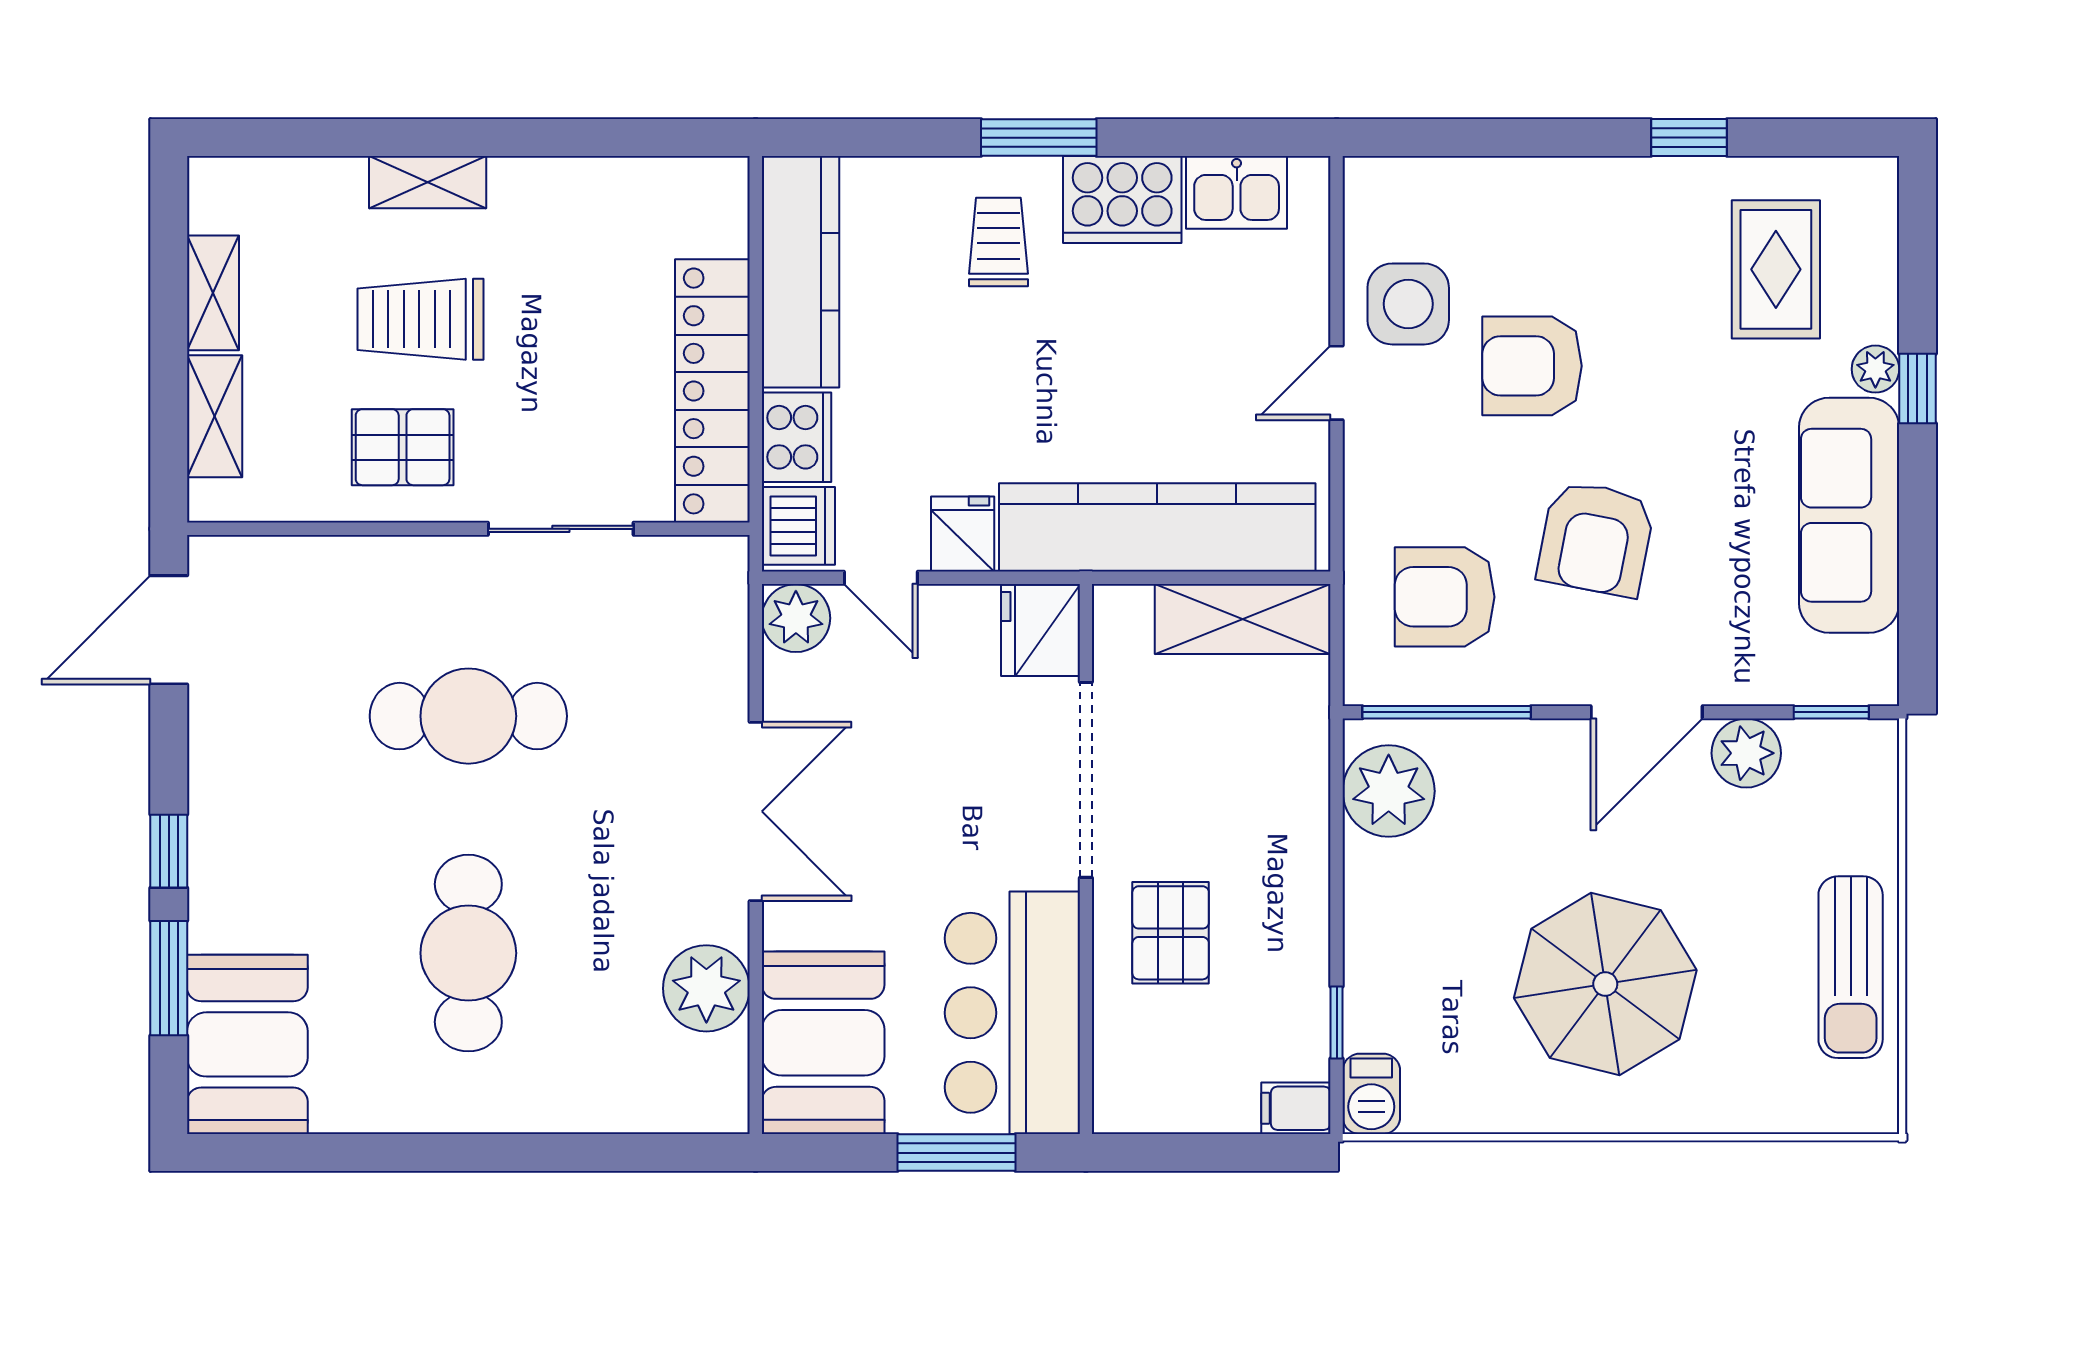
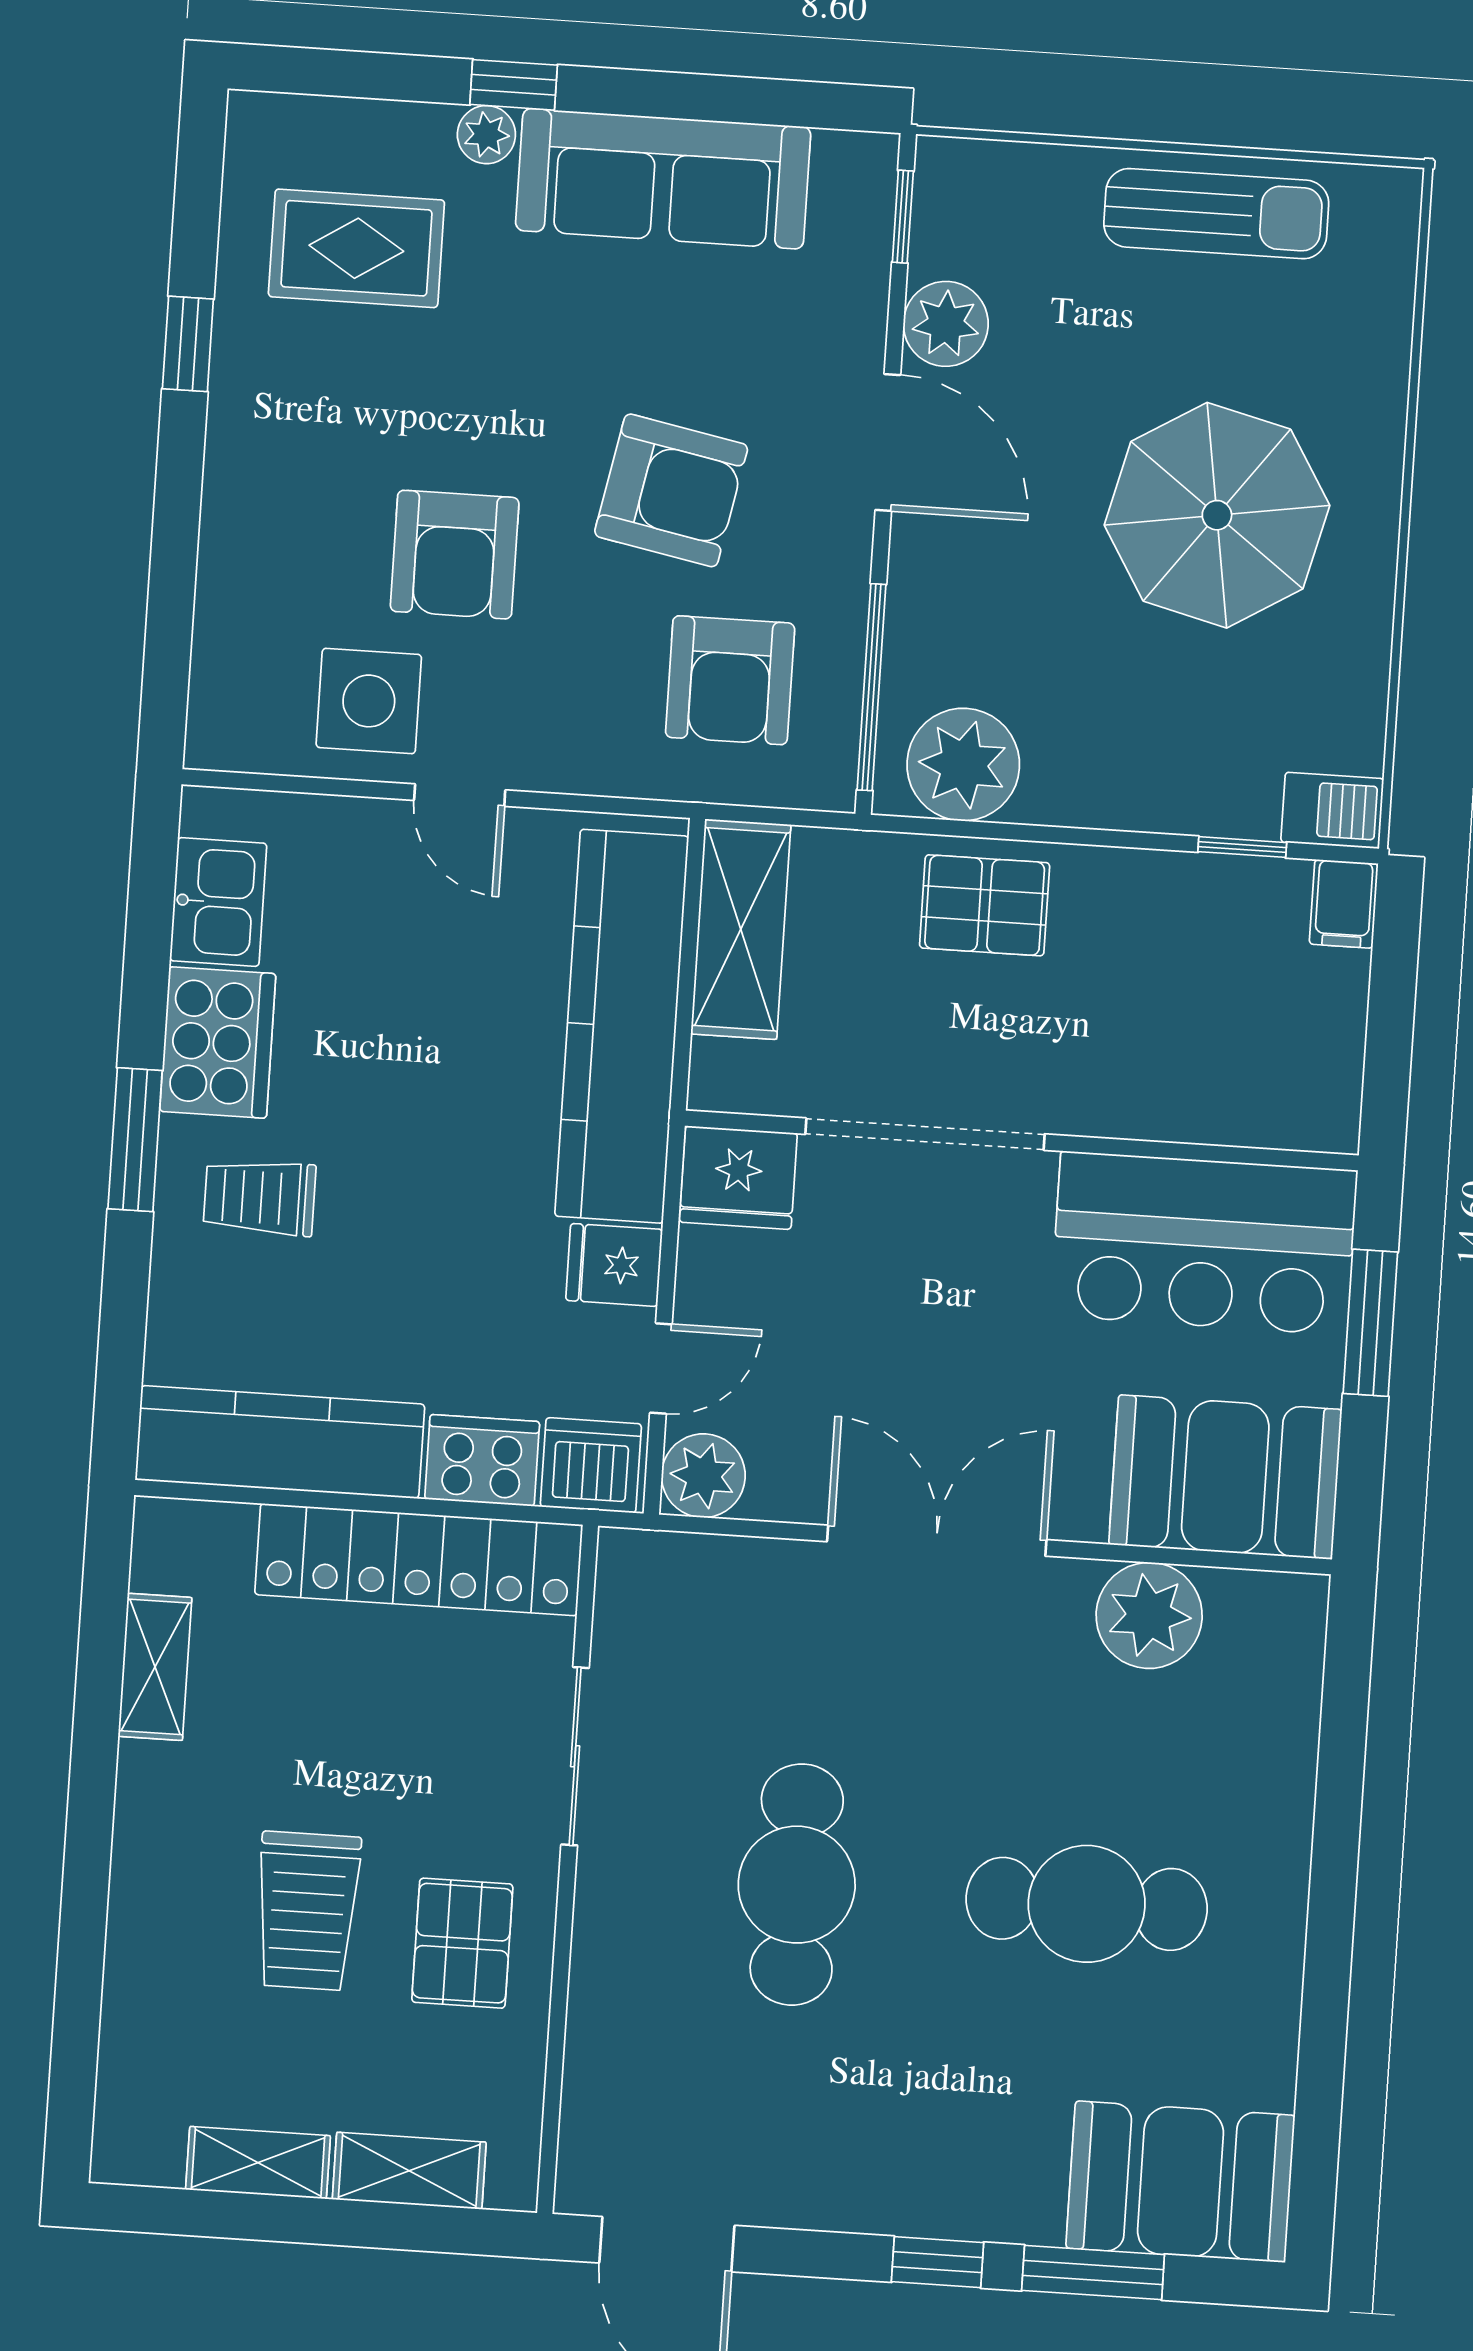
shelving: (428, 182) -> (155, 1667), moved
pallet: (1171, 933) -> (985, 905), moved

